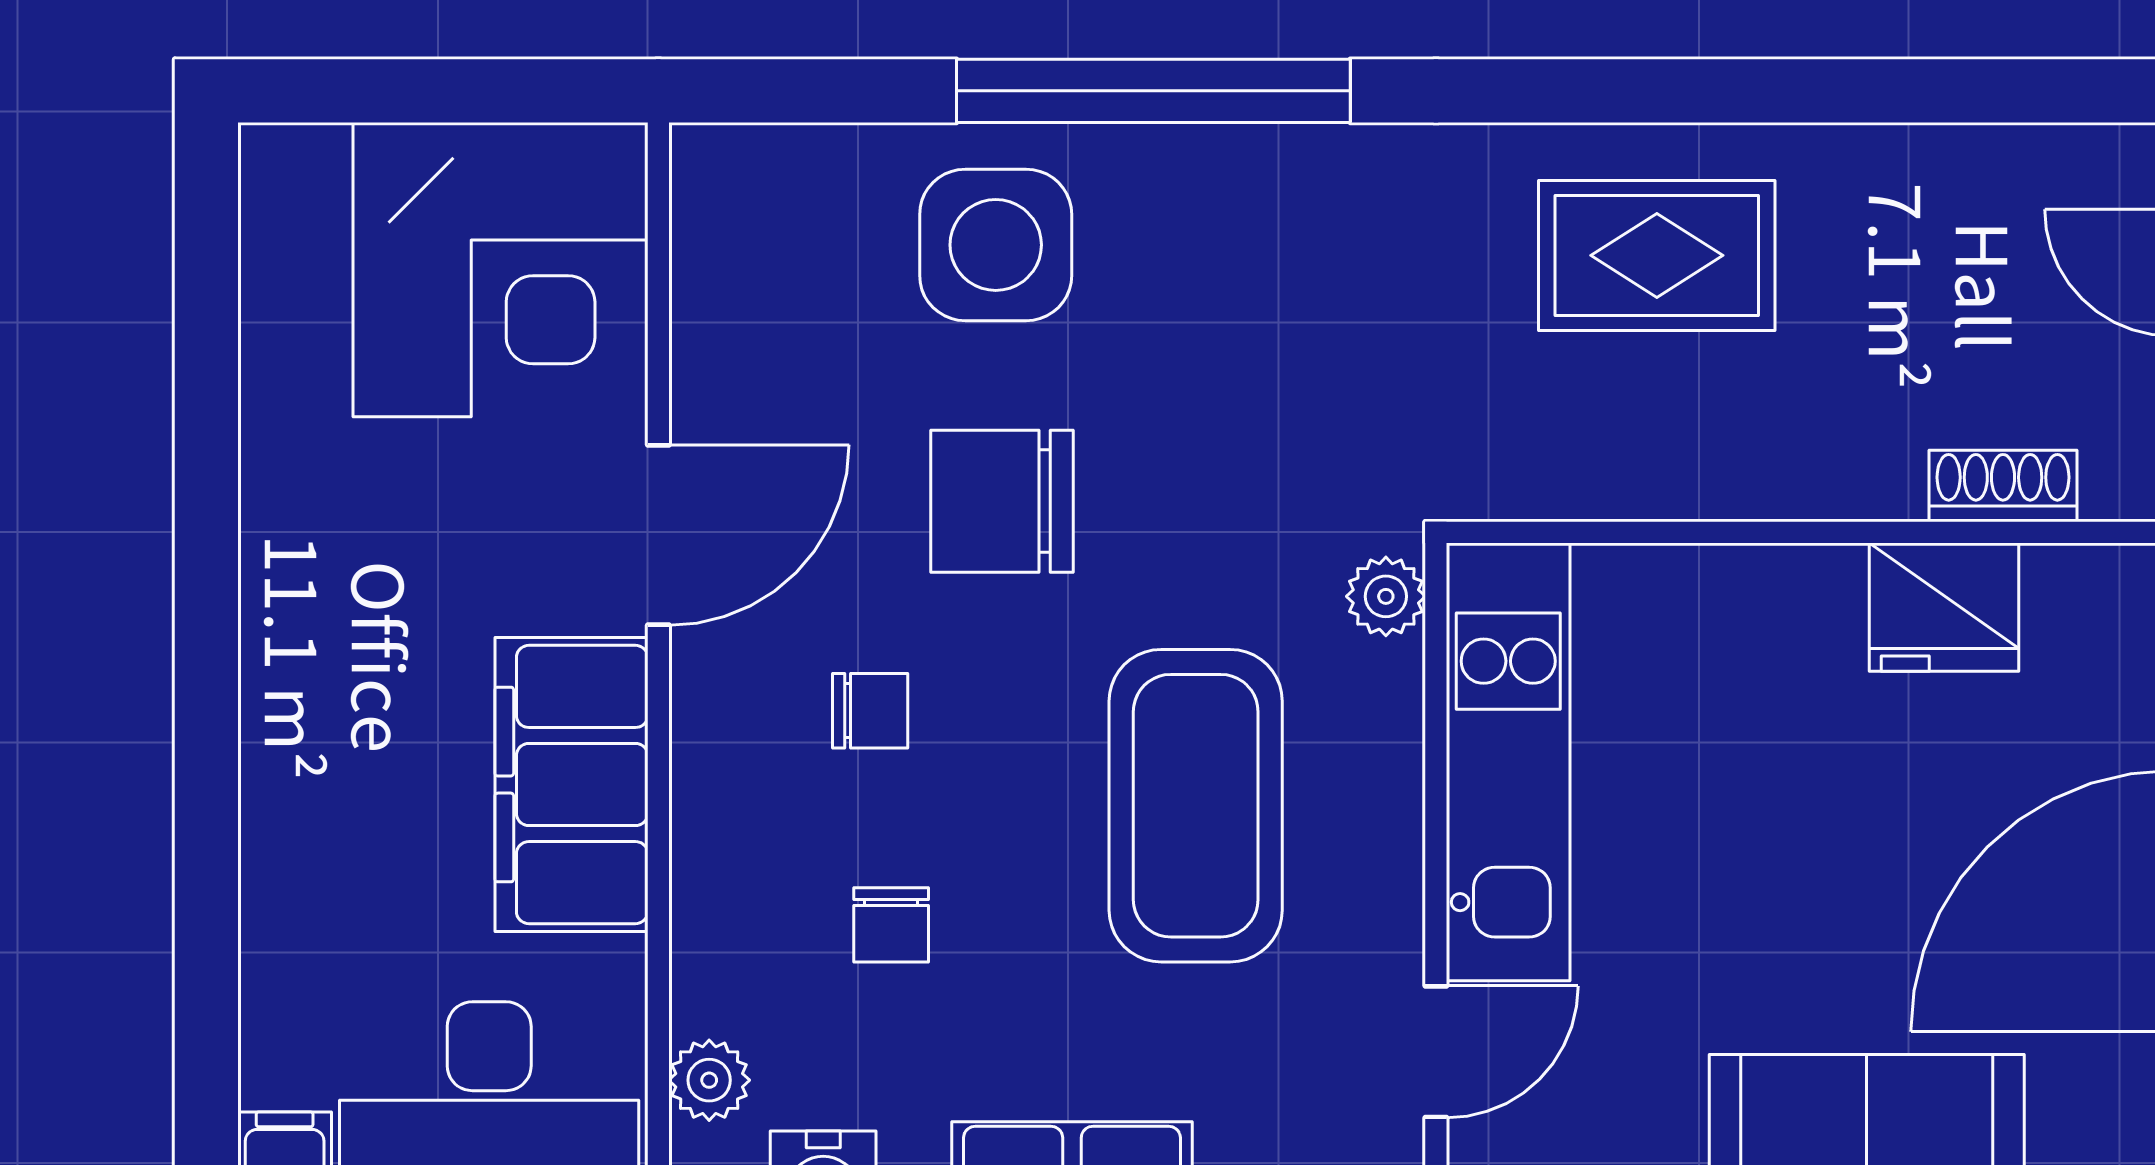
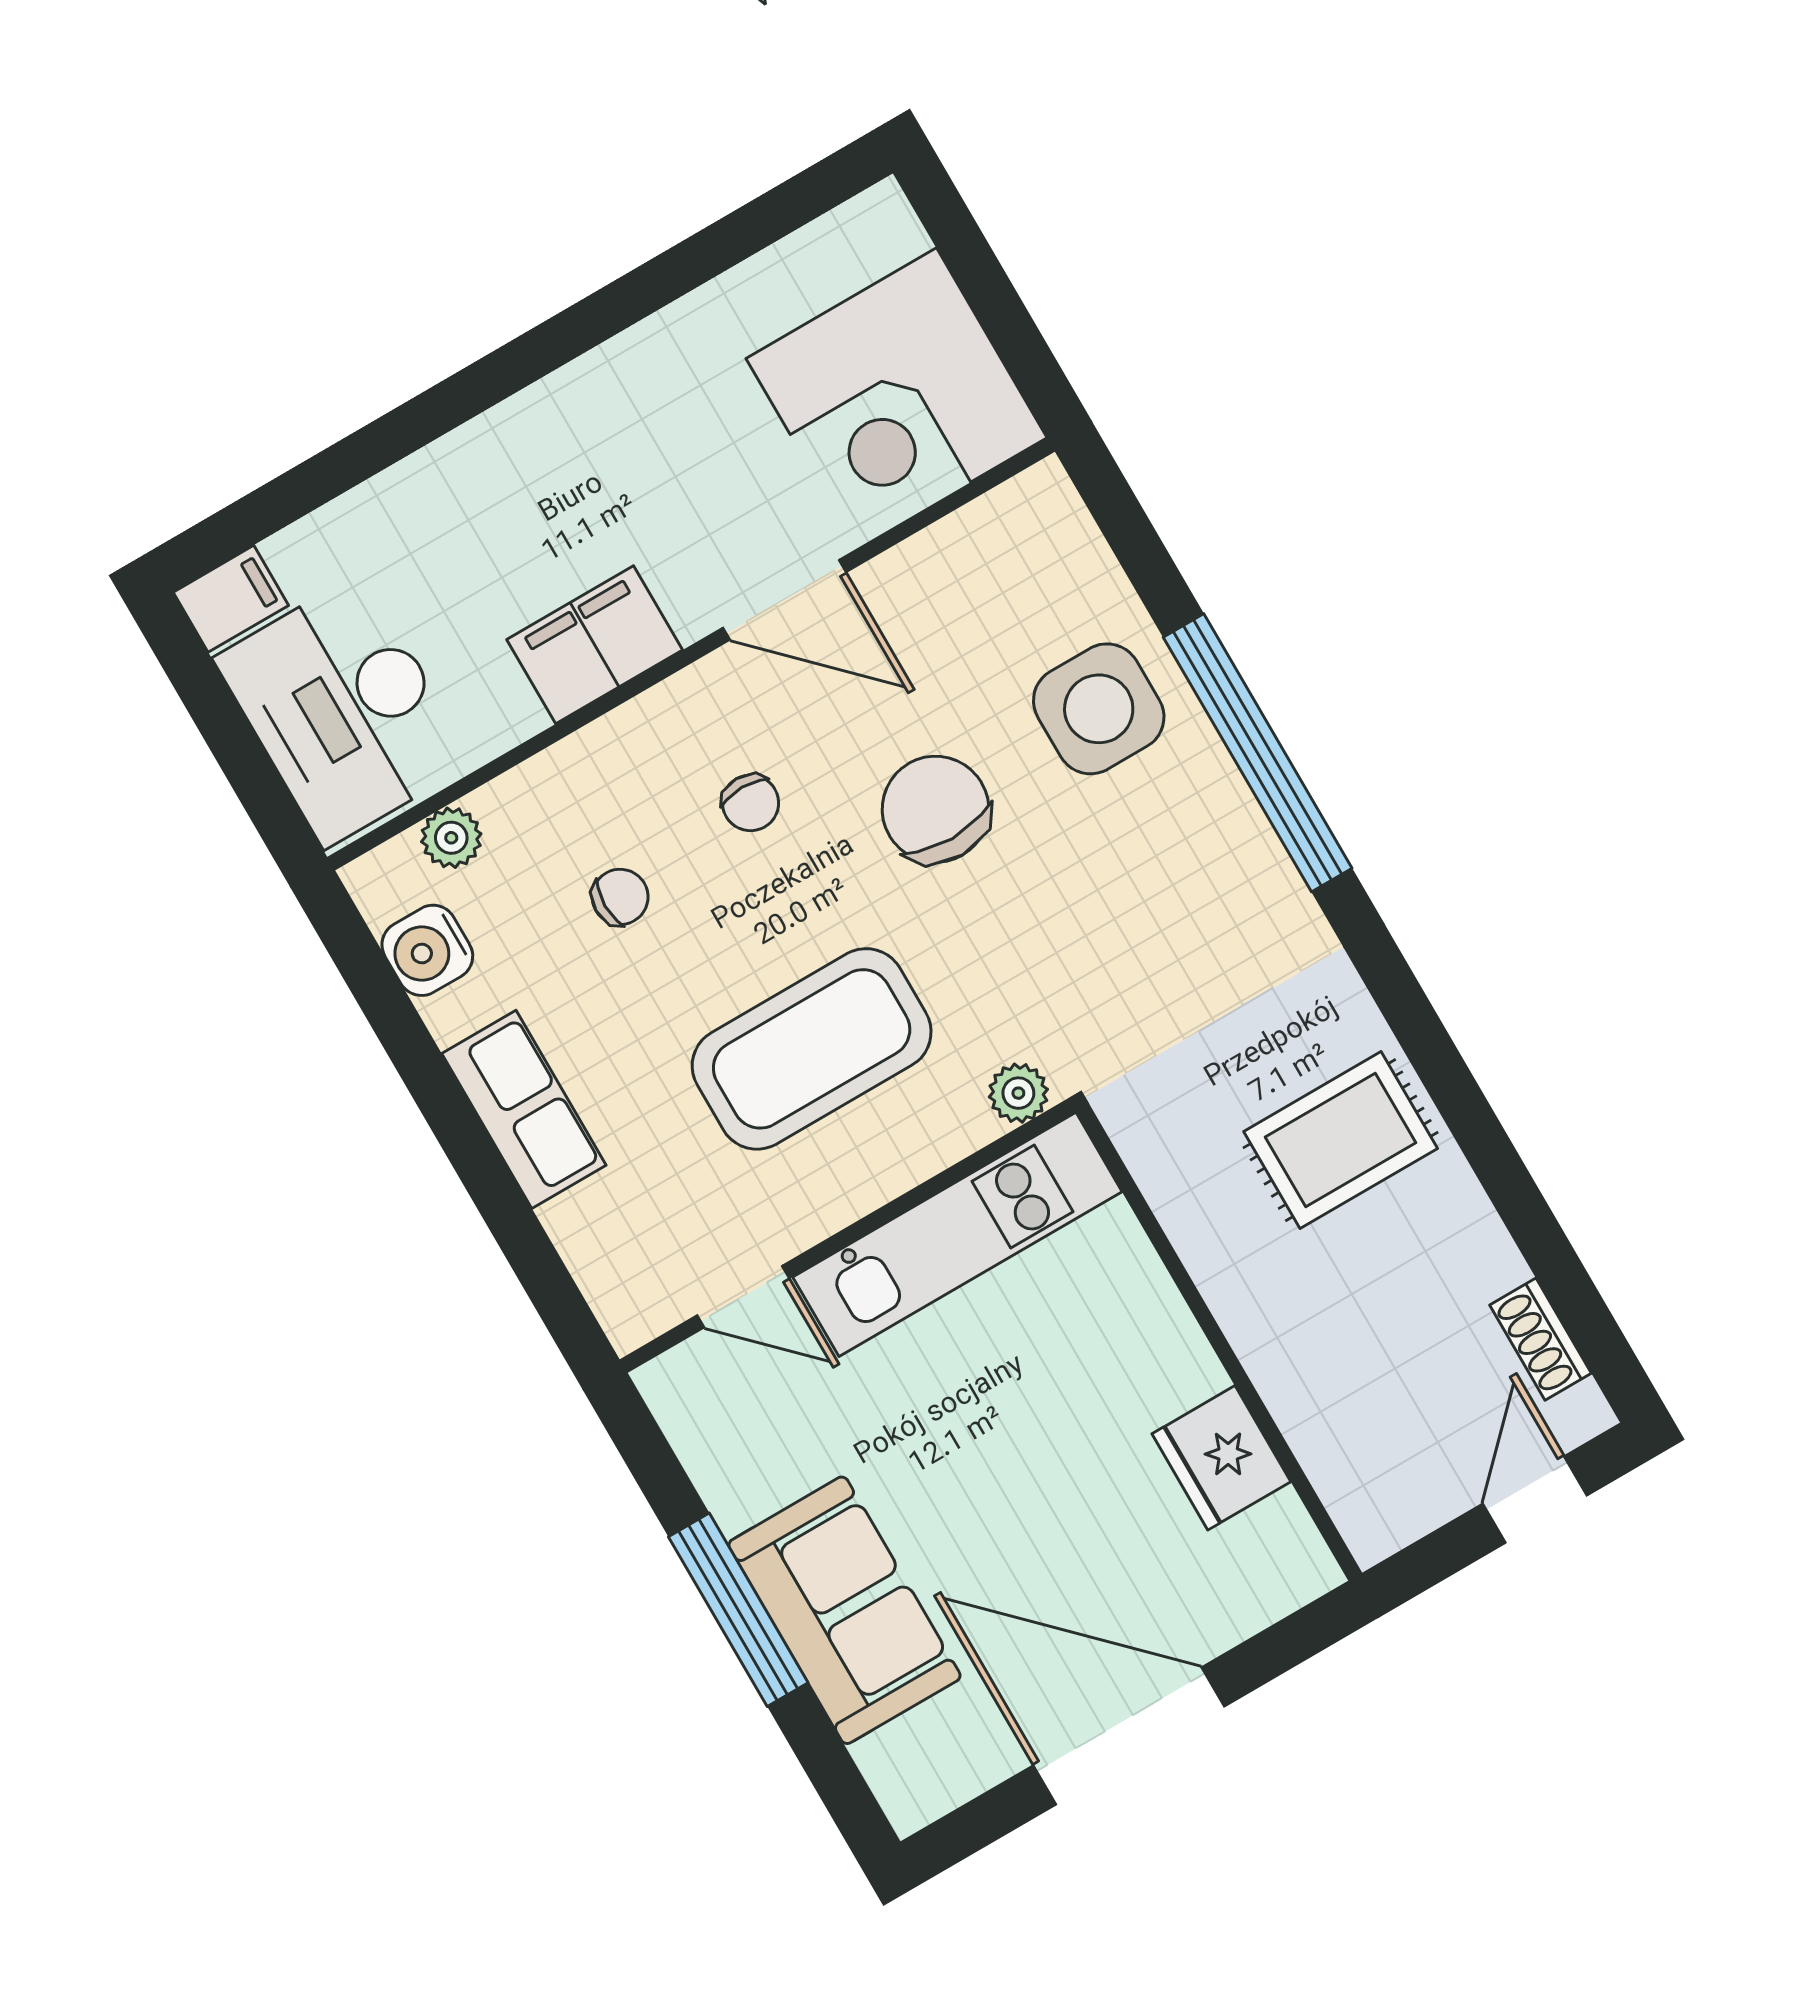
rug: (1657, 255) -> (1341, 1140), turned 90
shoe rack: (2003, 486) -> (1541, 1339), moved, turned 180
filing cabinet: (571, 785) -> (595, 645), width x0.67, depth x0.86
chair: (891, 925) -> (620, 897), turned 180

